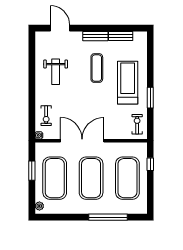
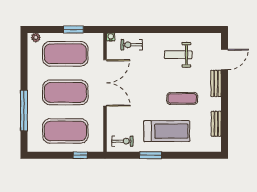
bench: (95, 36) -> (216, 83), moved

